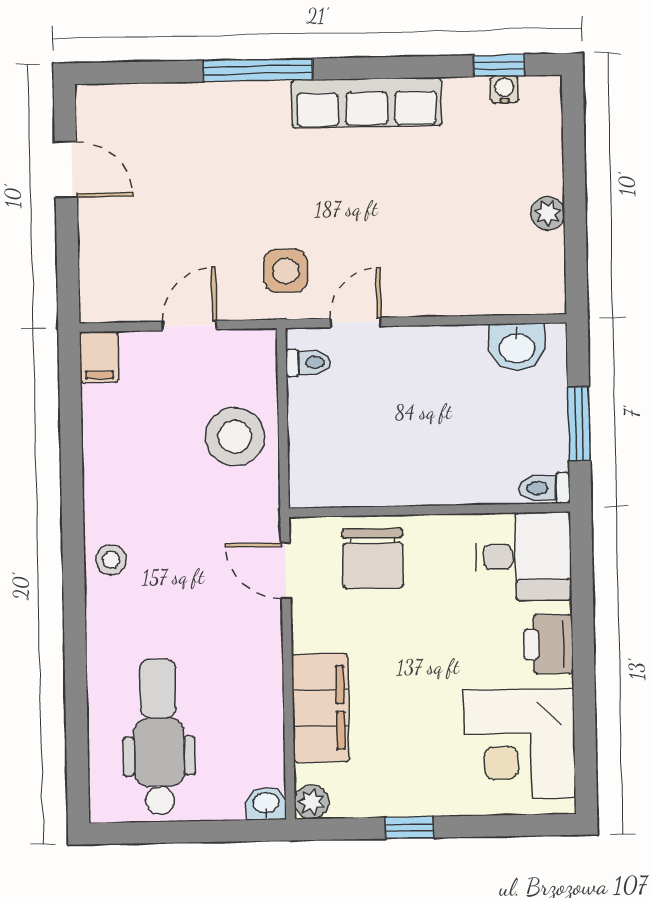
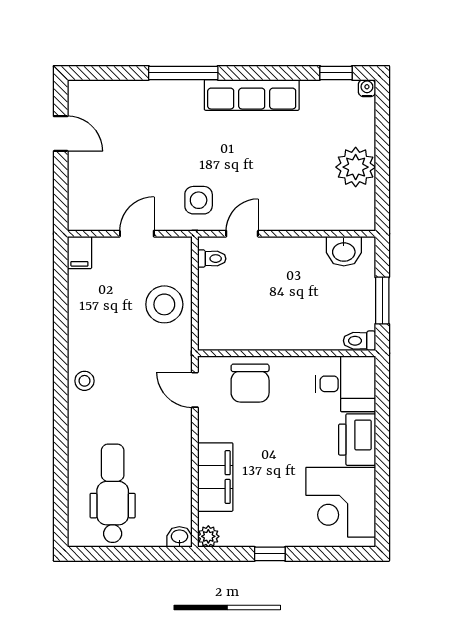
water cooler: (505, 89) -> (367, 88), moved
plant: (548, 213) -> (356, 167), width x1.88, depth x1.88
printer: (548, 644) -> (357, 440), width x1.37, depth x1.19

